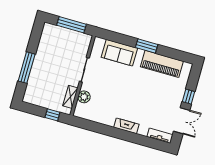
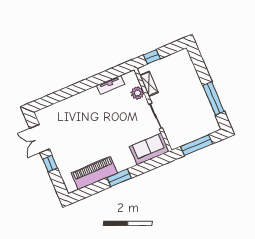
sofa: (119, 53) -> (149, 149), moved
window: (27, 68) -> (214, 98), moved
fireplace: (126, 126) -> (83, 97), removed
tv unit: (160, 136) -> (110, 85), moved

